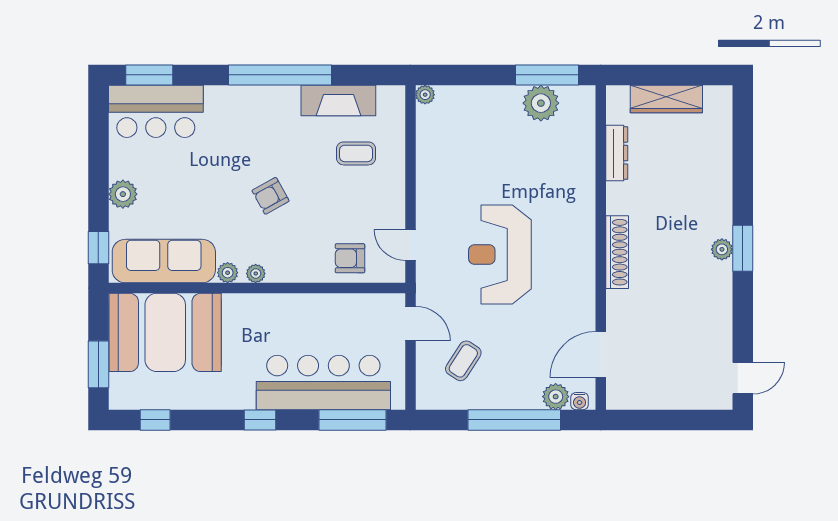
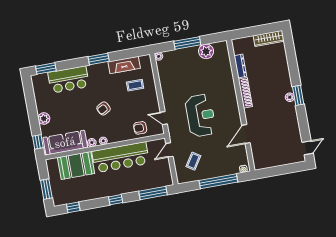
window: (280, 75) -> (99, 59), width x0.47
window: (547, 75) -> (187, 43), moved
wardrobe: (666, 99) -> (269, 38), moved
bar counter: (156, 111) -> (69, 80), moved
shoe rack: (617, 252) -> (245, 93), moved
reception desk: (500, 254) -> (201, 115), turned 180
door: (410, 324) -> (169, 150), swing flipped
booth: (165, 332) -> (76, 165), width x0.73, depth x0.70
door: (601, 355) -> (246, 134), moved
bar counter: (323, 383) -> (121, 157), moved, turned 180
plant: (556, 397) -> (233, 169), removed

